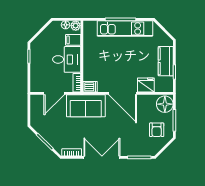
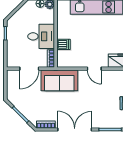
filing cabinet: (73, 40) -> (47, 18), removed
dishwasher: (90, 87) -> (63, 44), moved
door: (123, 93) -> (94, 69), width x0.53

